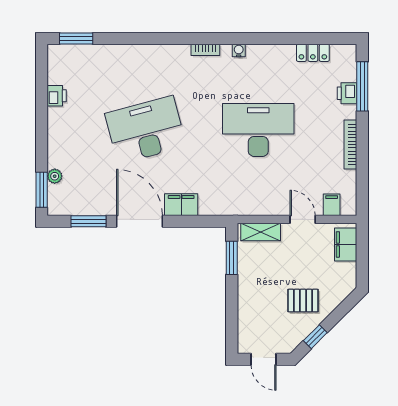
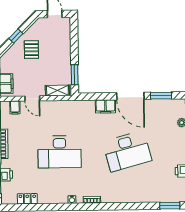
pallet: (303, 301) -> (31, 50), turned 90
window: (315, 337) -> (16, 36), moved

